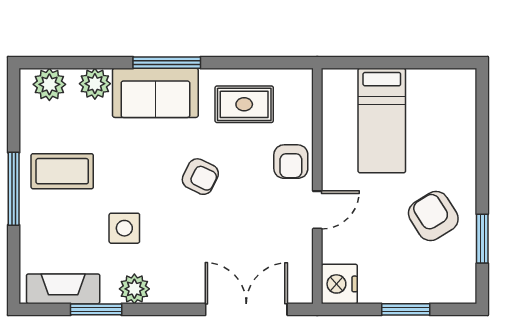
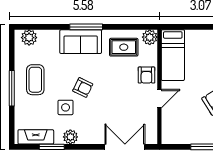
plant: (95, 84) -> (150, 37), moved
bed: (382, 121) -> (173, 55), moved
coffee table: (62, 171) -> (35, 80), turned 90
armchair: (200, 177) -> (83, 87), moved
nightstand: (339, 284) -> (170, 135), removed

